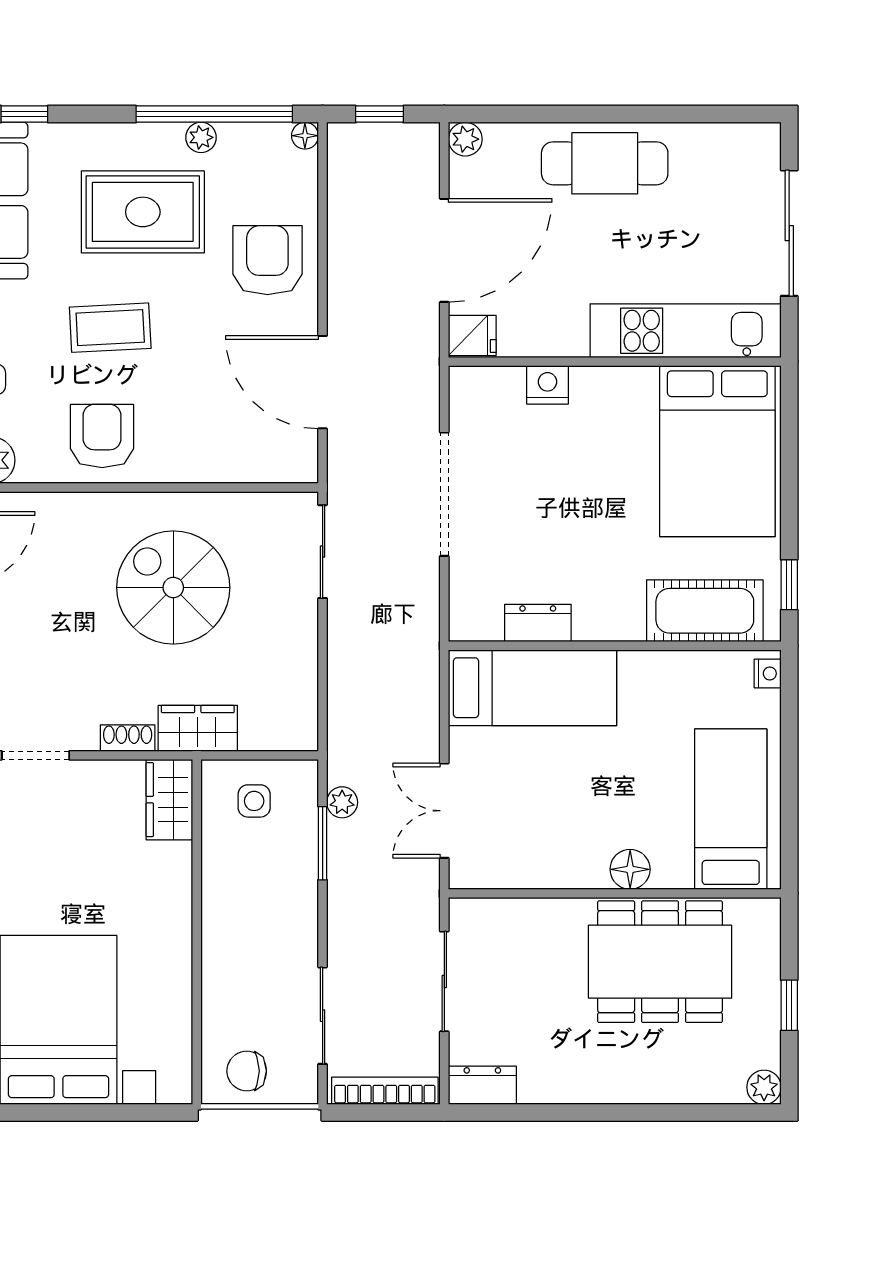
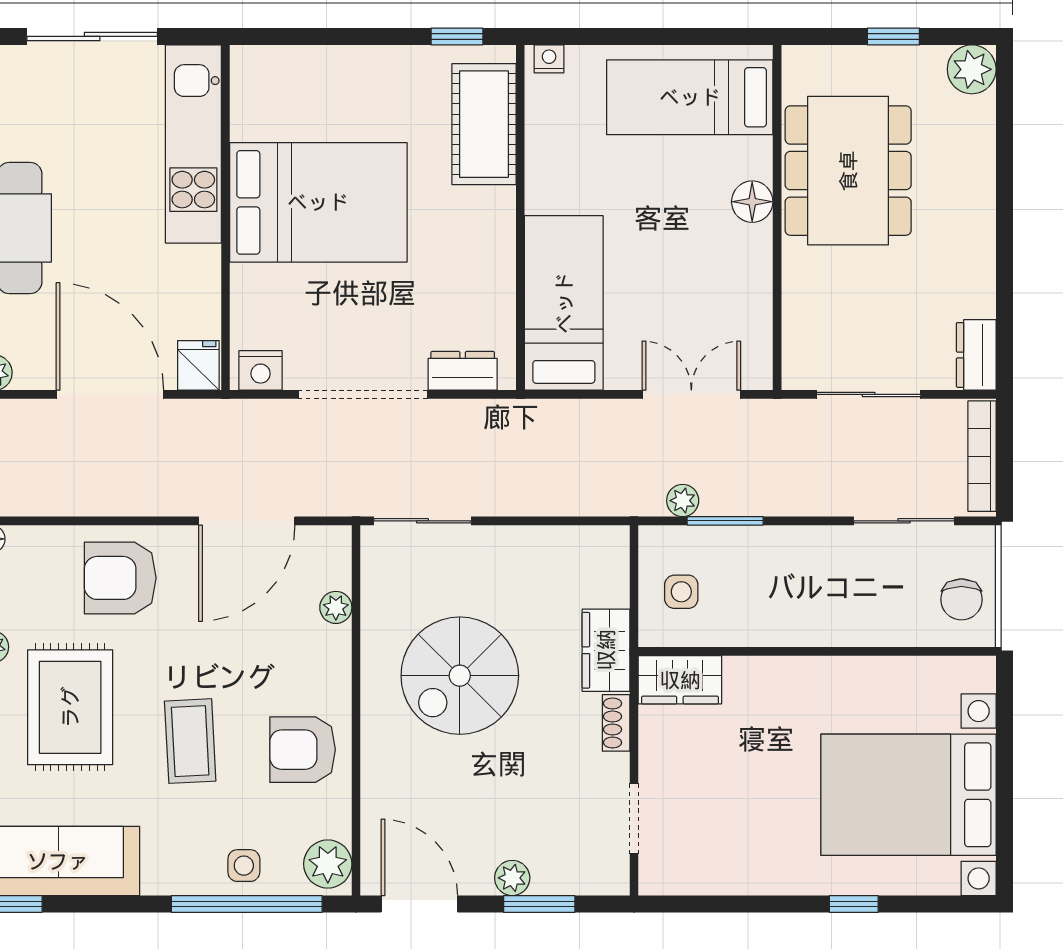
nightstand: (547, 385) -> (261, 370), moved, turned -90
bed: (717, 451) -> (318, 202), moved
plant: (239, 468) -> (336, 607), added
dresser: (538, 623) -> (463, 371), moved, turned 90
double door: (444, 811) -> (691, 394), swing flipped
plant: (764, 1087) -> (972, 69), width x1.38, depth x1.38

